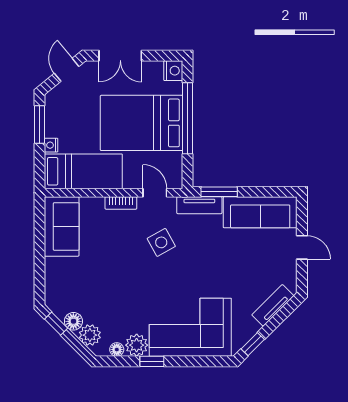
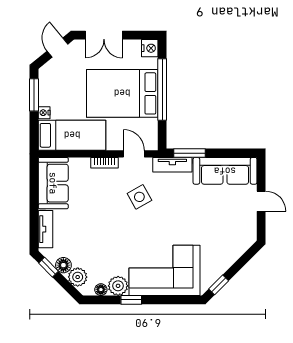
tv unit: (273, 305) -> (45, 229), moved, turned 135

